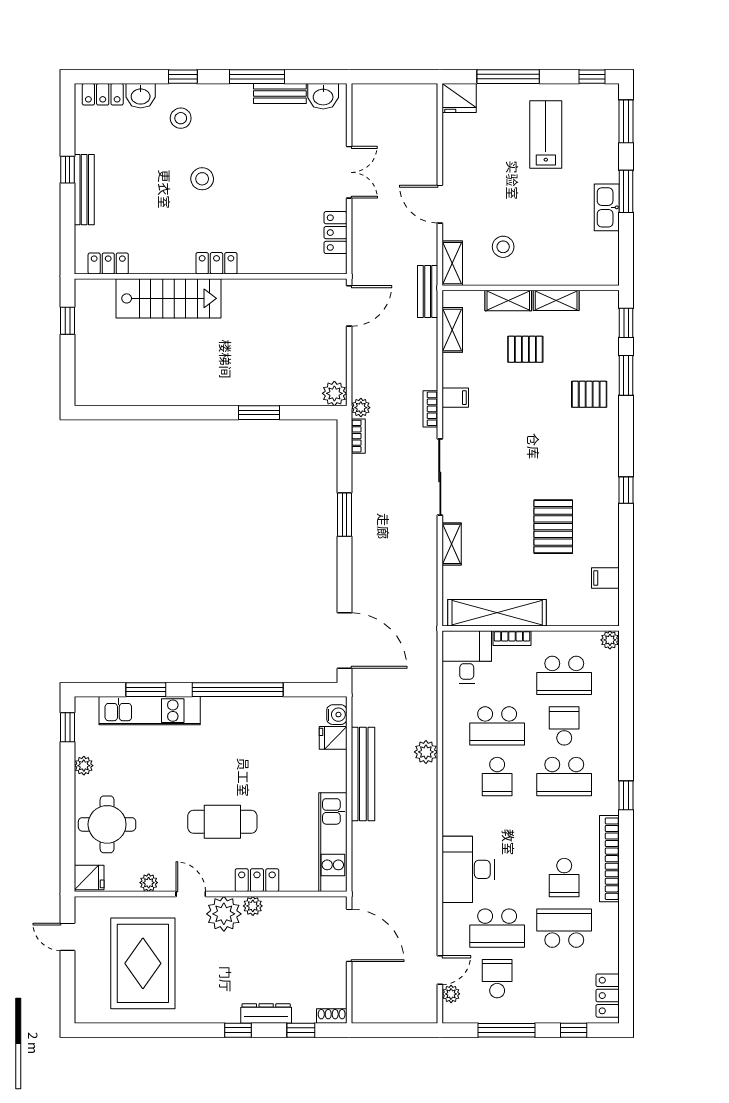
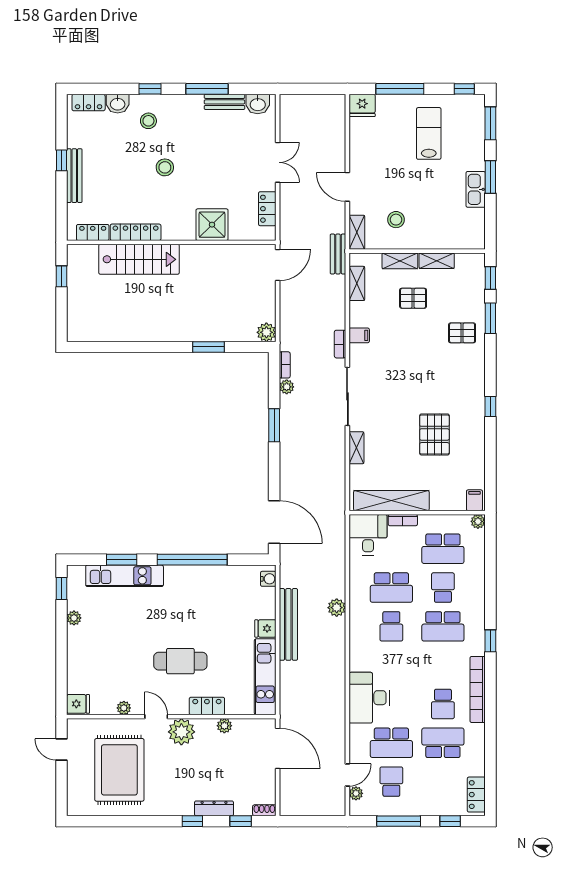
shower: (264, 253) -> (212, 225), added
locker: (217, 263) -> (136, 232), moved, width x1.53
plant: (361, 408) -> (287, 387), moved
filing cabinet: (605, 578) -> (474, 500), moved, turned 90
fridge: (333, 738) -> (265, 628), moved
round table: (107, 824) -> (92, 663), removed
plant: (253, 906) -> (224, 726), moved

